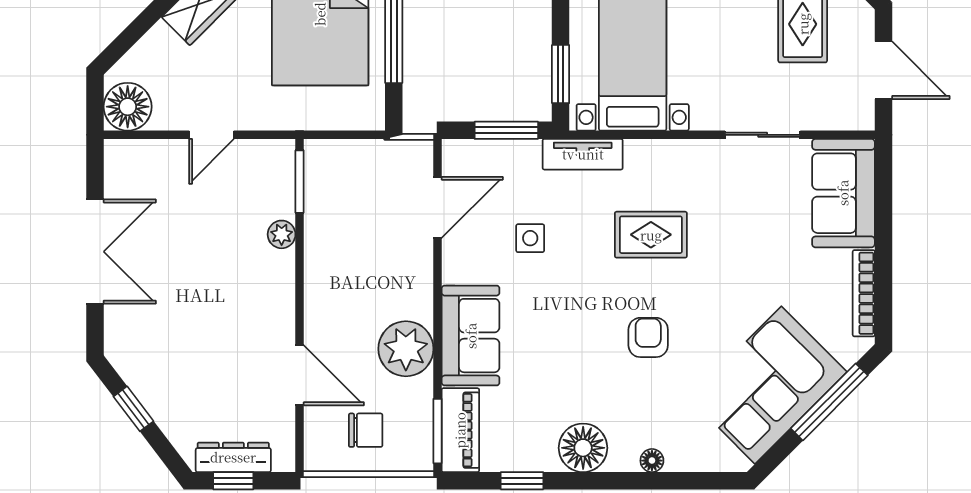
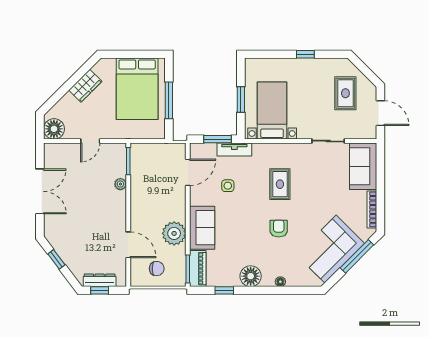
window: (561, 74) -> (241, 99), moved
tv unit: (583, 154) -> (234, 149), moved
rug: (651, 235) -> (280, 184), turned 90

